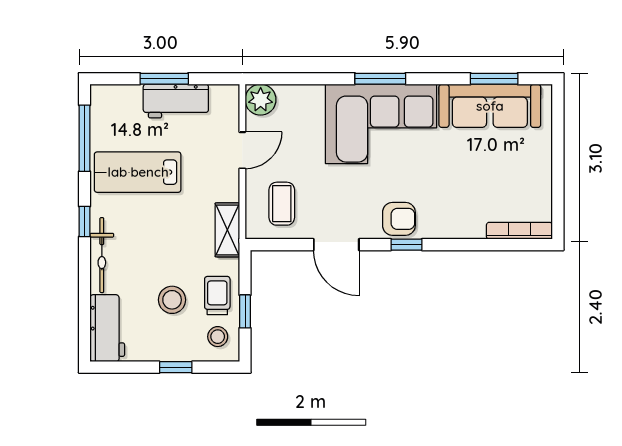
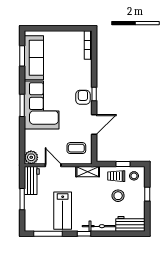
workbench: (176, 101) -> (32, 181), moved

